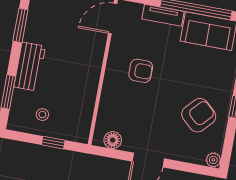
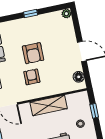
shelving: (88, 79) -> (49, 105), added
armchair: (199, 115) -> (33, 53), moved, turned -133

